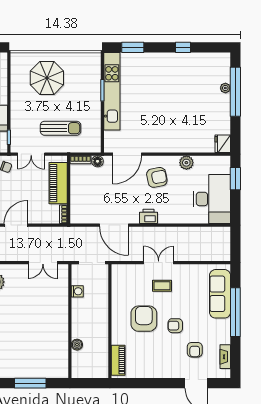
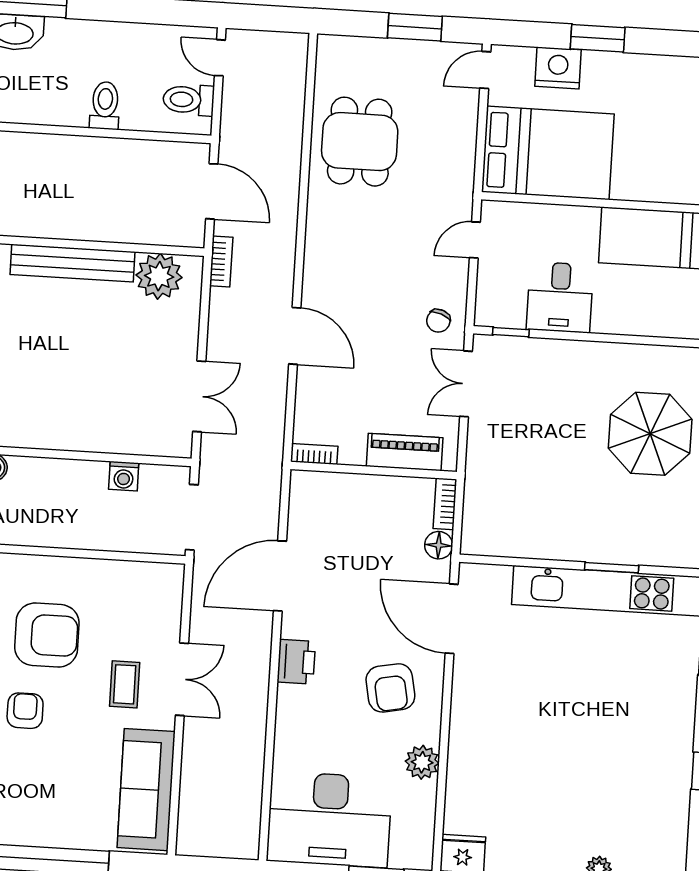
sun lounger: (61, 128) -> (525, 460), removed
piano: (58, 183) -> (405, 452), width x0.73, depth x0.75
double door: (43, 263) -> (199, 396), swing flipped
sofa: (220, 294) -> (146, 790), moved, turned -90

